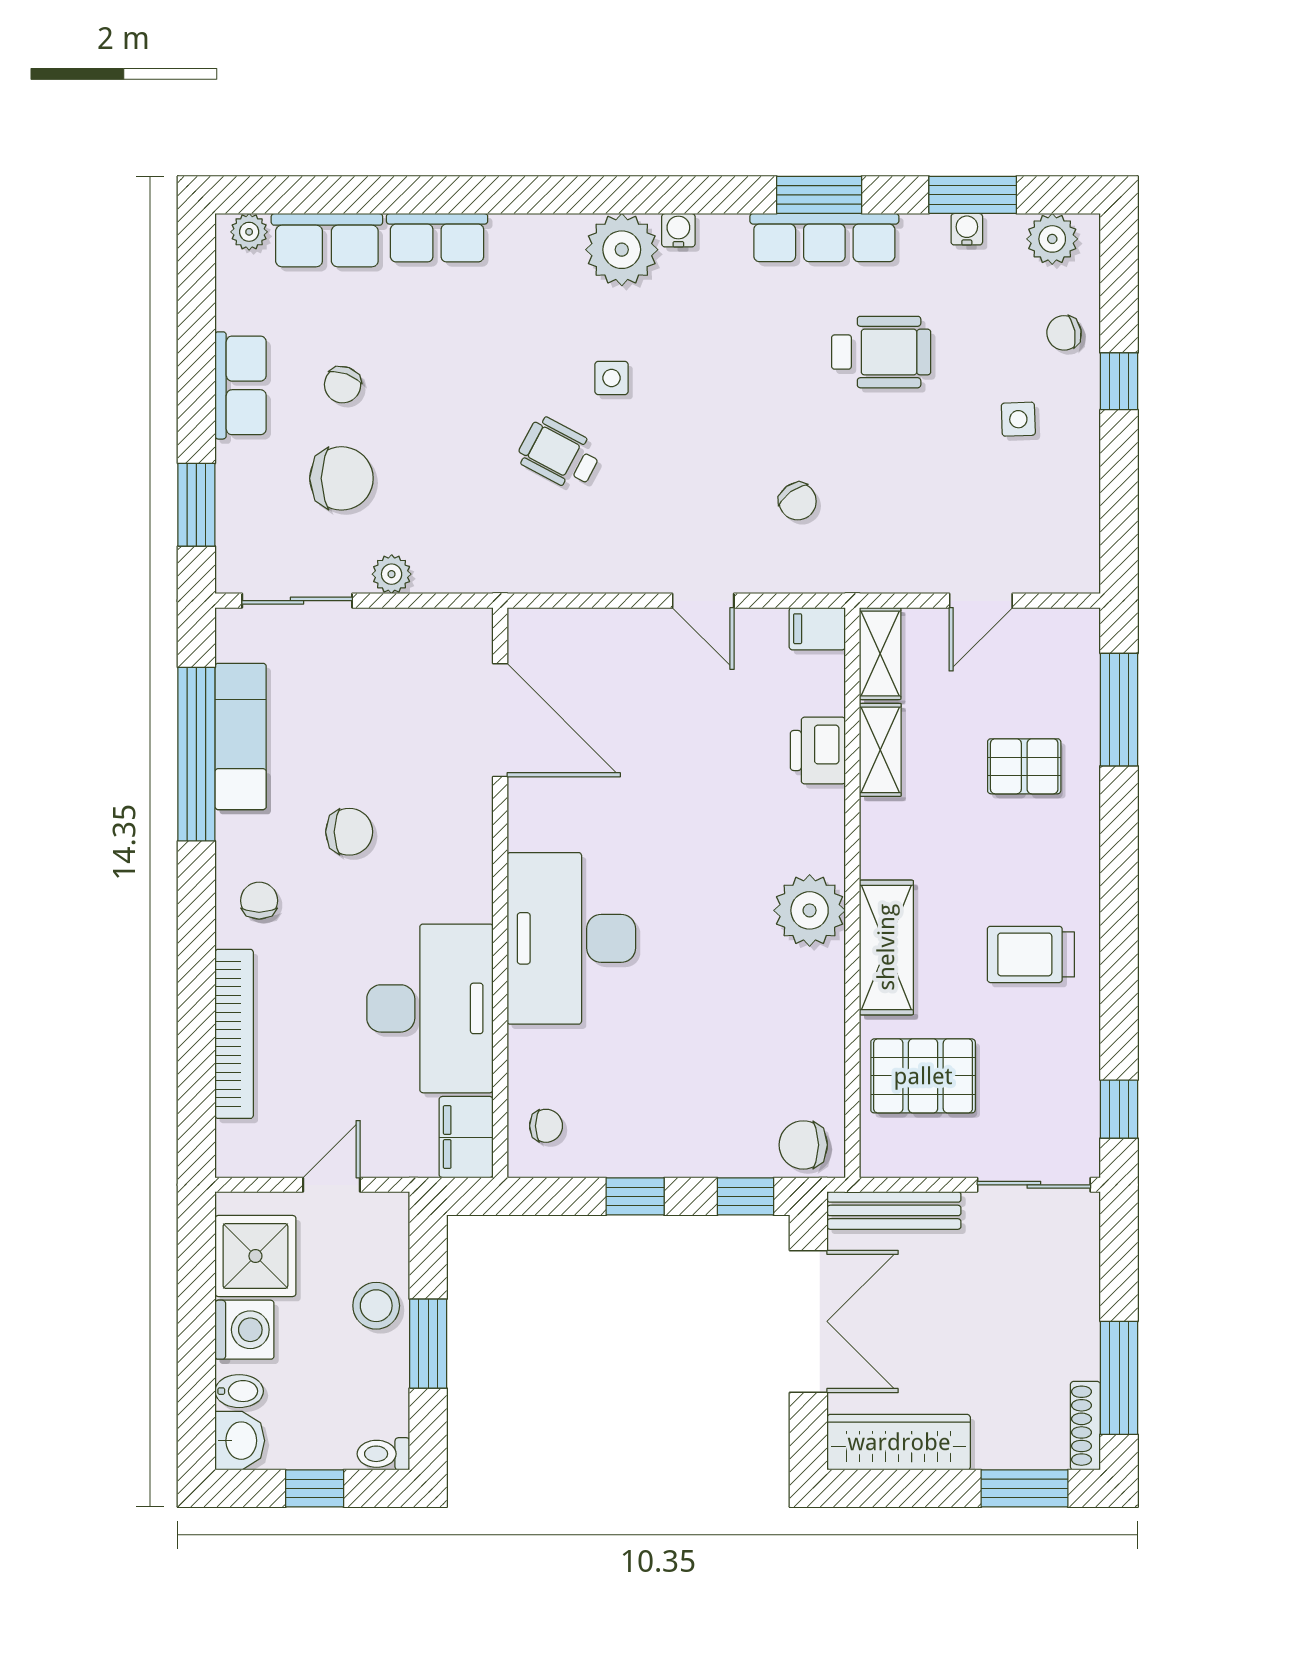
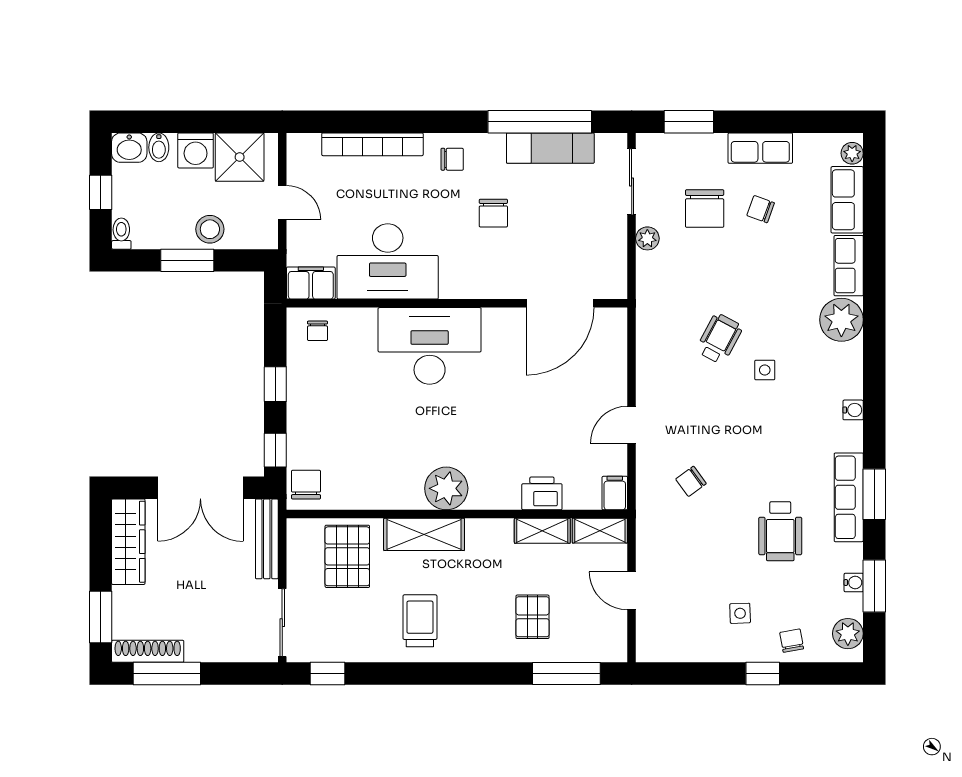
plant: (622, 250) -> (841, 320), moved
shoe rack: (1085, 1426) -> (148, 651), width x1.36, depth x1.24

